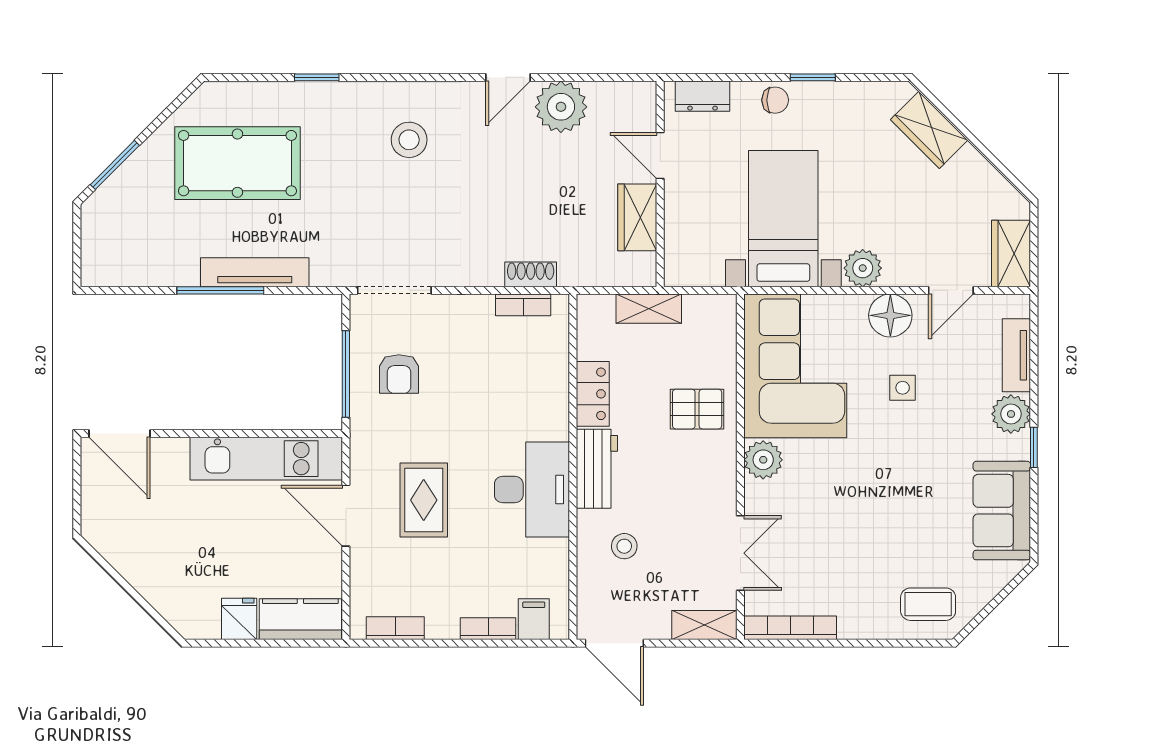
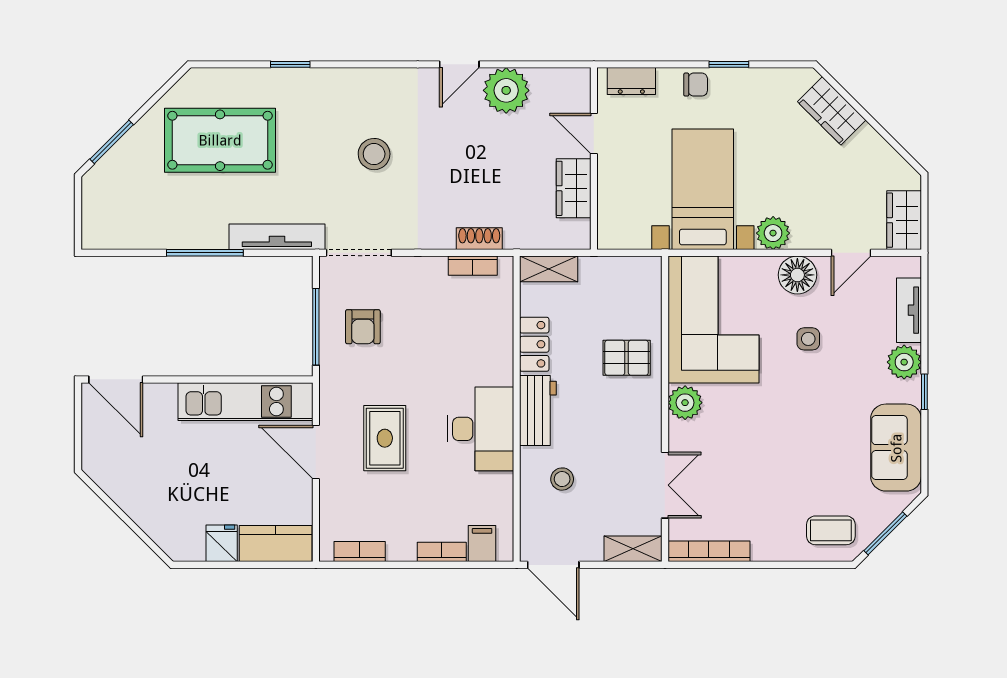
stool: (409, 140) -> (374, 154), moved
tv unit: (255, 272) -> (277, 237), moved
shelving: (649, 309) -> (549, 269), moved
window: (990, 608) -> (885, 533), added

